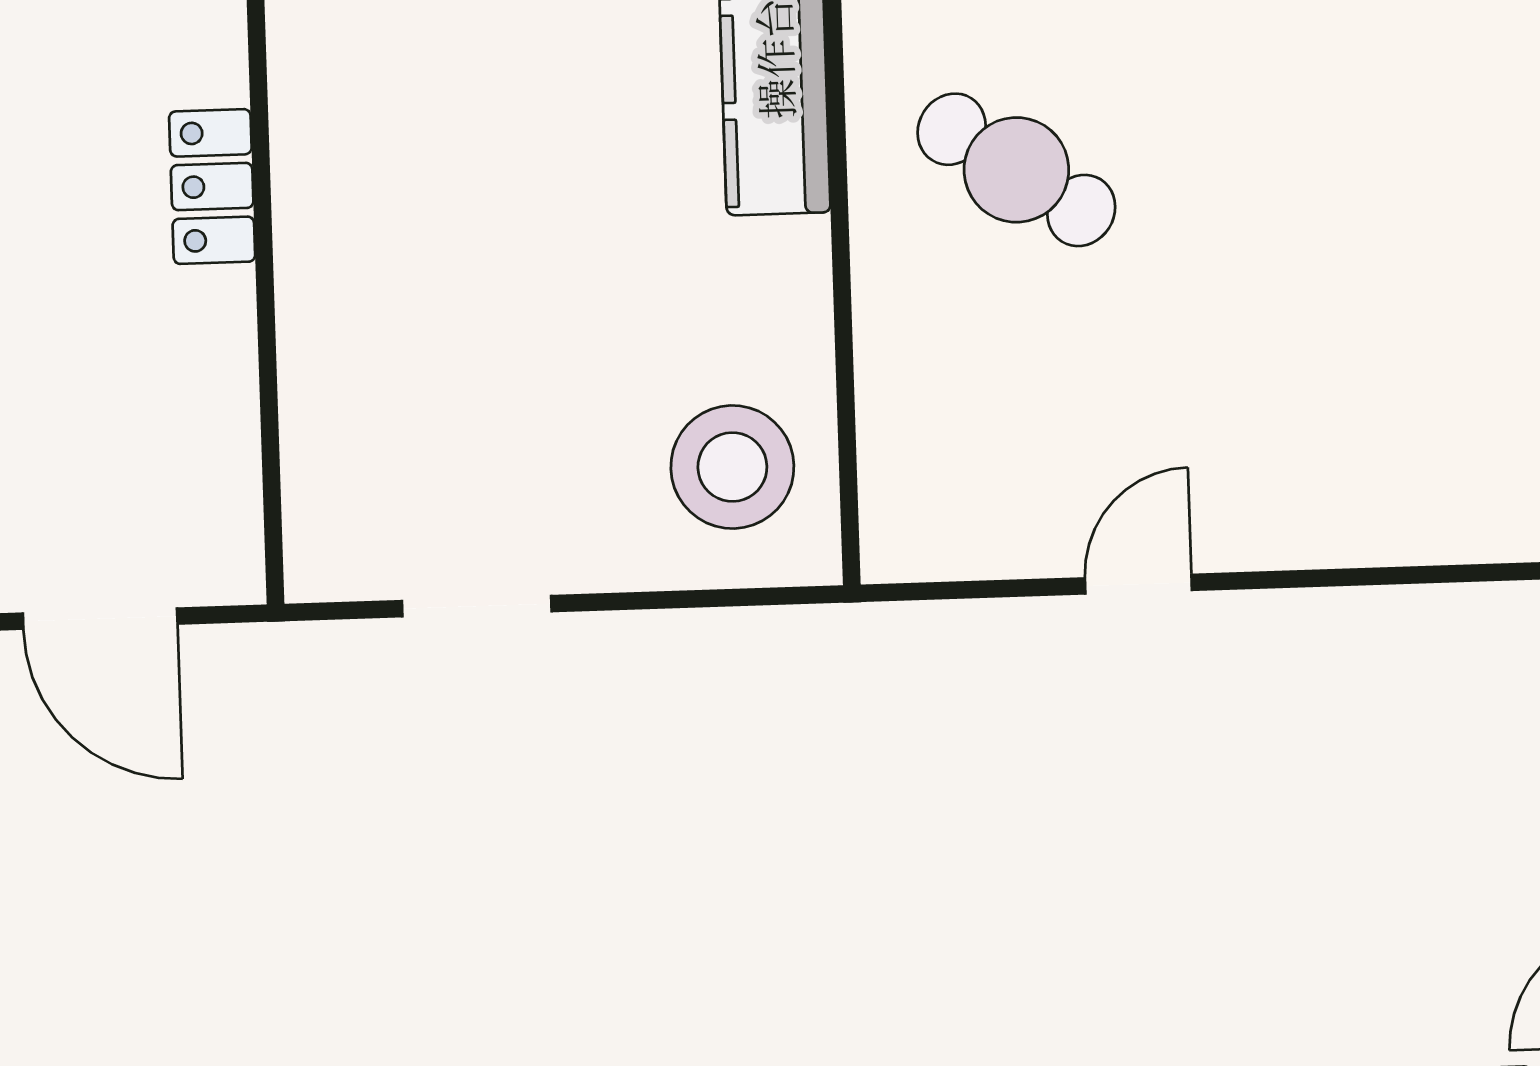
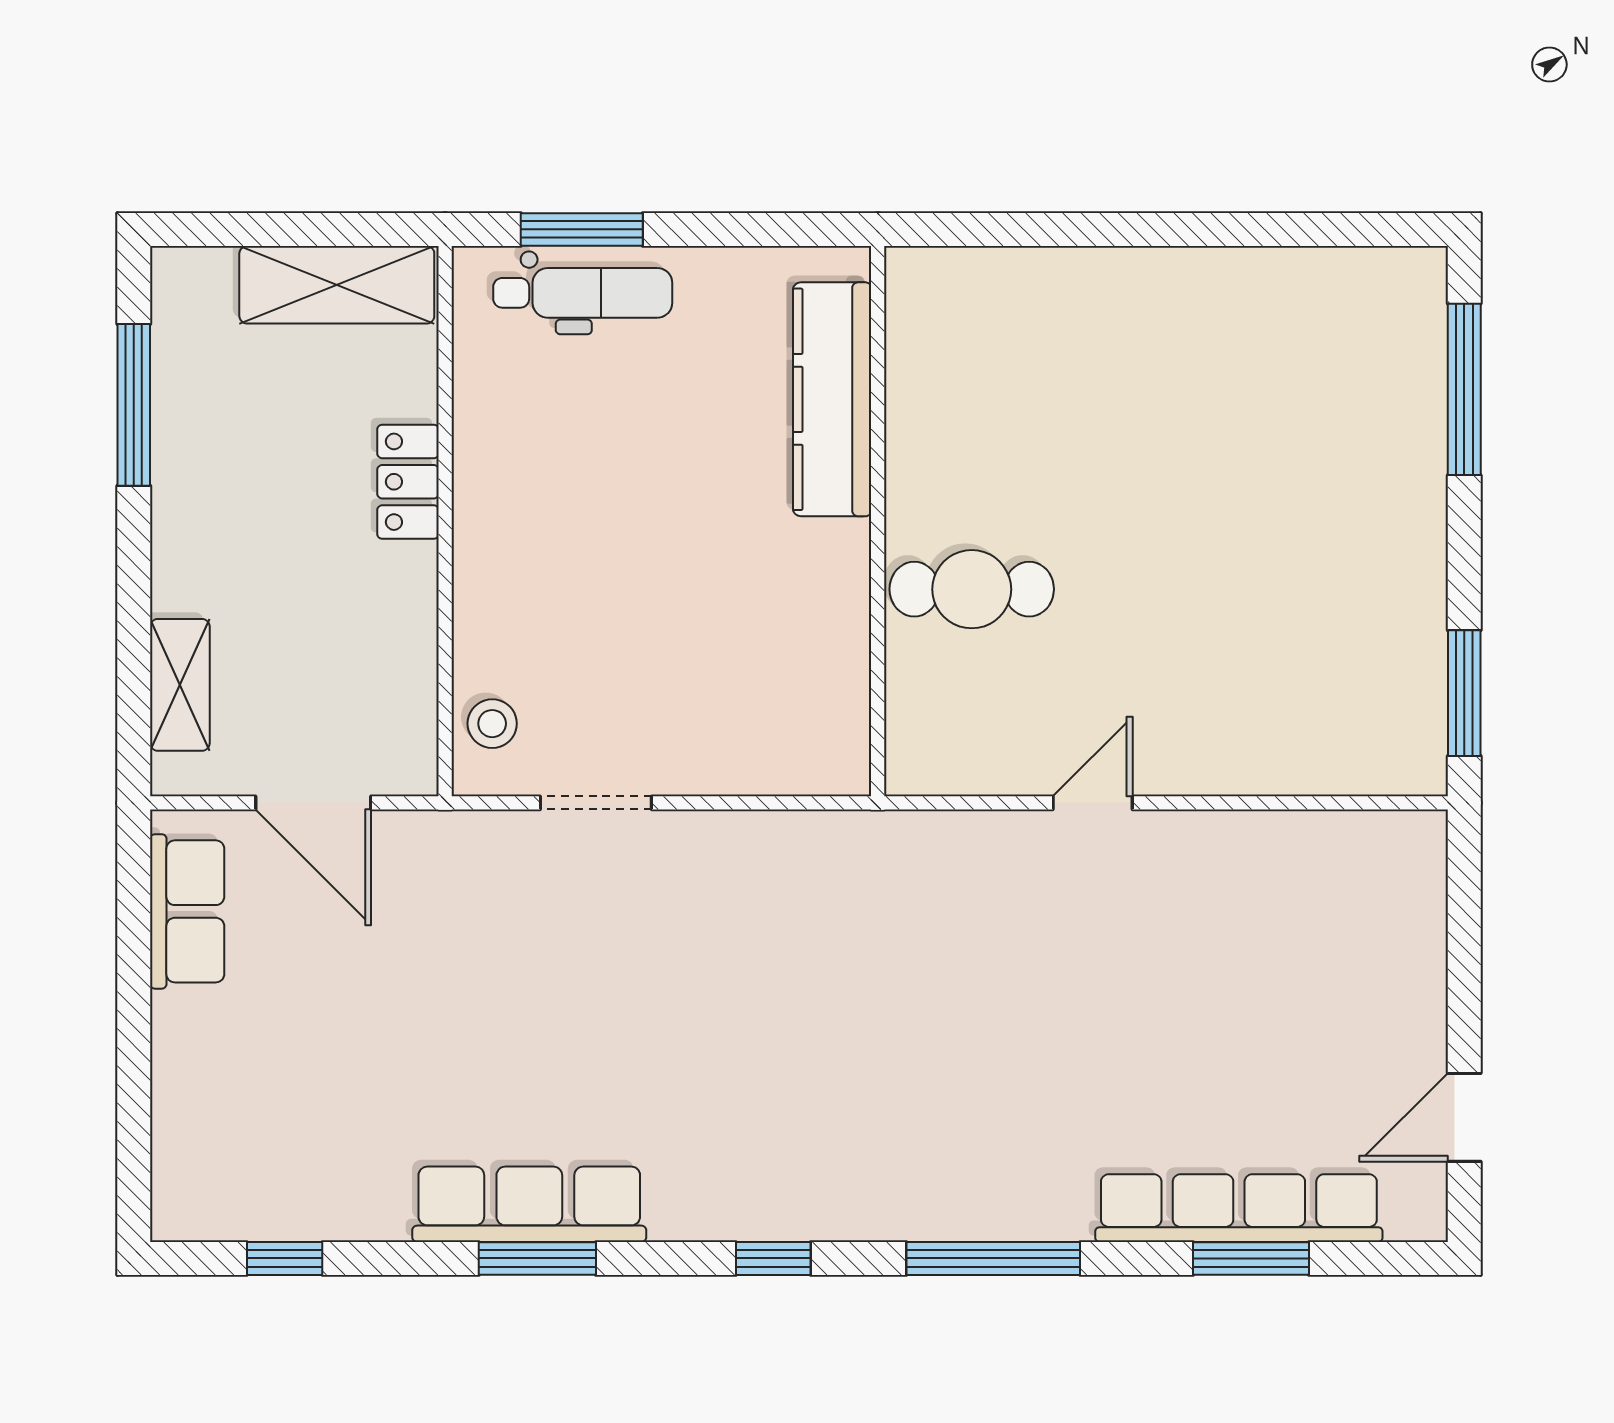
cafe table: (1016, 170) -> (972, 589), moved, turned -34
stool: (732, 467) -> (492, 724), moved, width x0.53, depth x0.53

